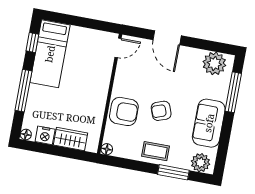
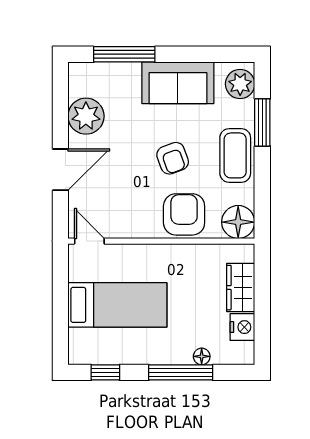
bed: (50, 54) -> (117, 305), moved
plant: (214, 63) -> (86, 116), moved
floor lamp: (26, 134) -> (202, 356), moved
floor lamp: (107, 149) -> (238, 222), width x1.89, depth x1.89
coffee table: (155, 151) -> (235, 155), width x1.36, depth x1.30

